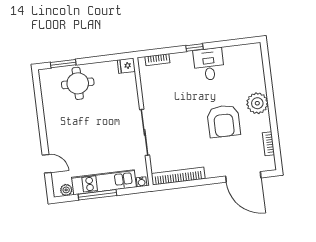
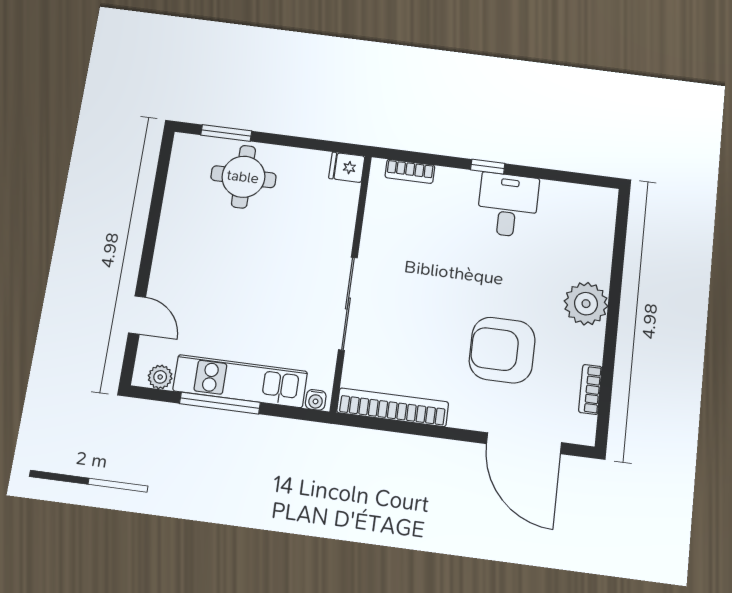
armchair: (224, 121) -> (502, 350), moved, turned 90

